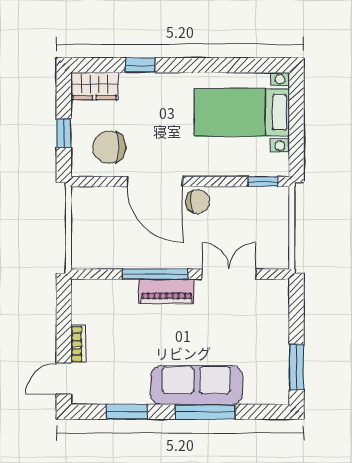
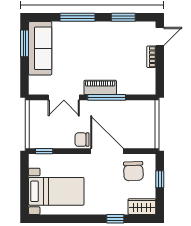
chair: (109, 147) -> (133, 171), turned 88
sofa: (197, 385) -> (40, 48), moved, turned -90

